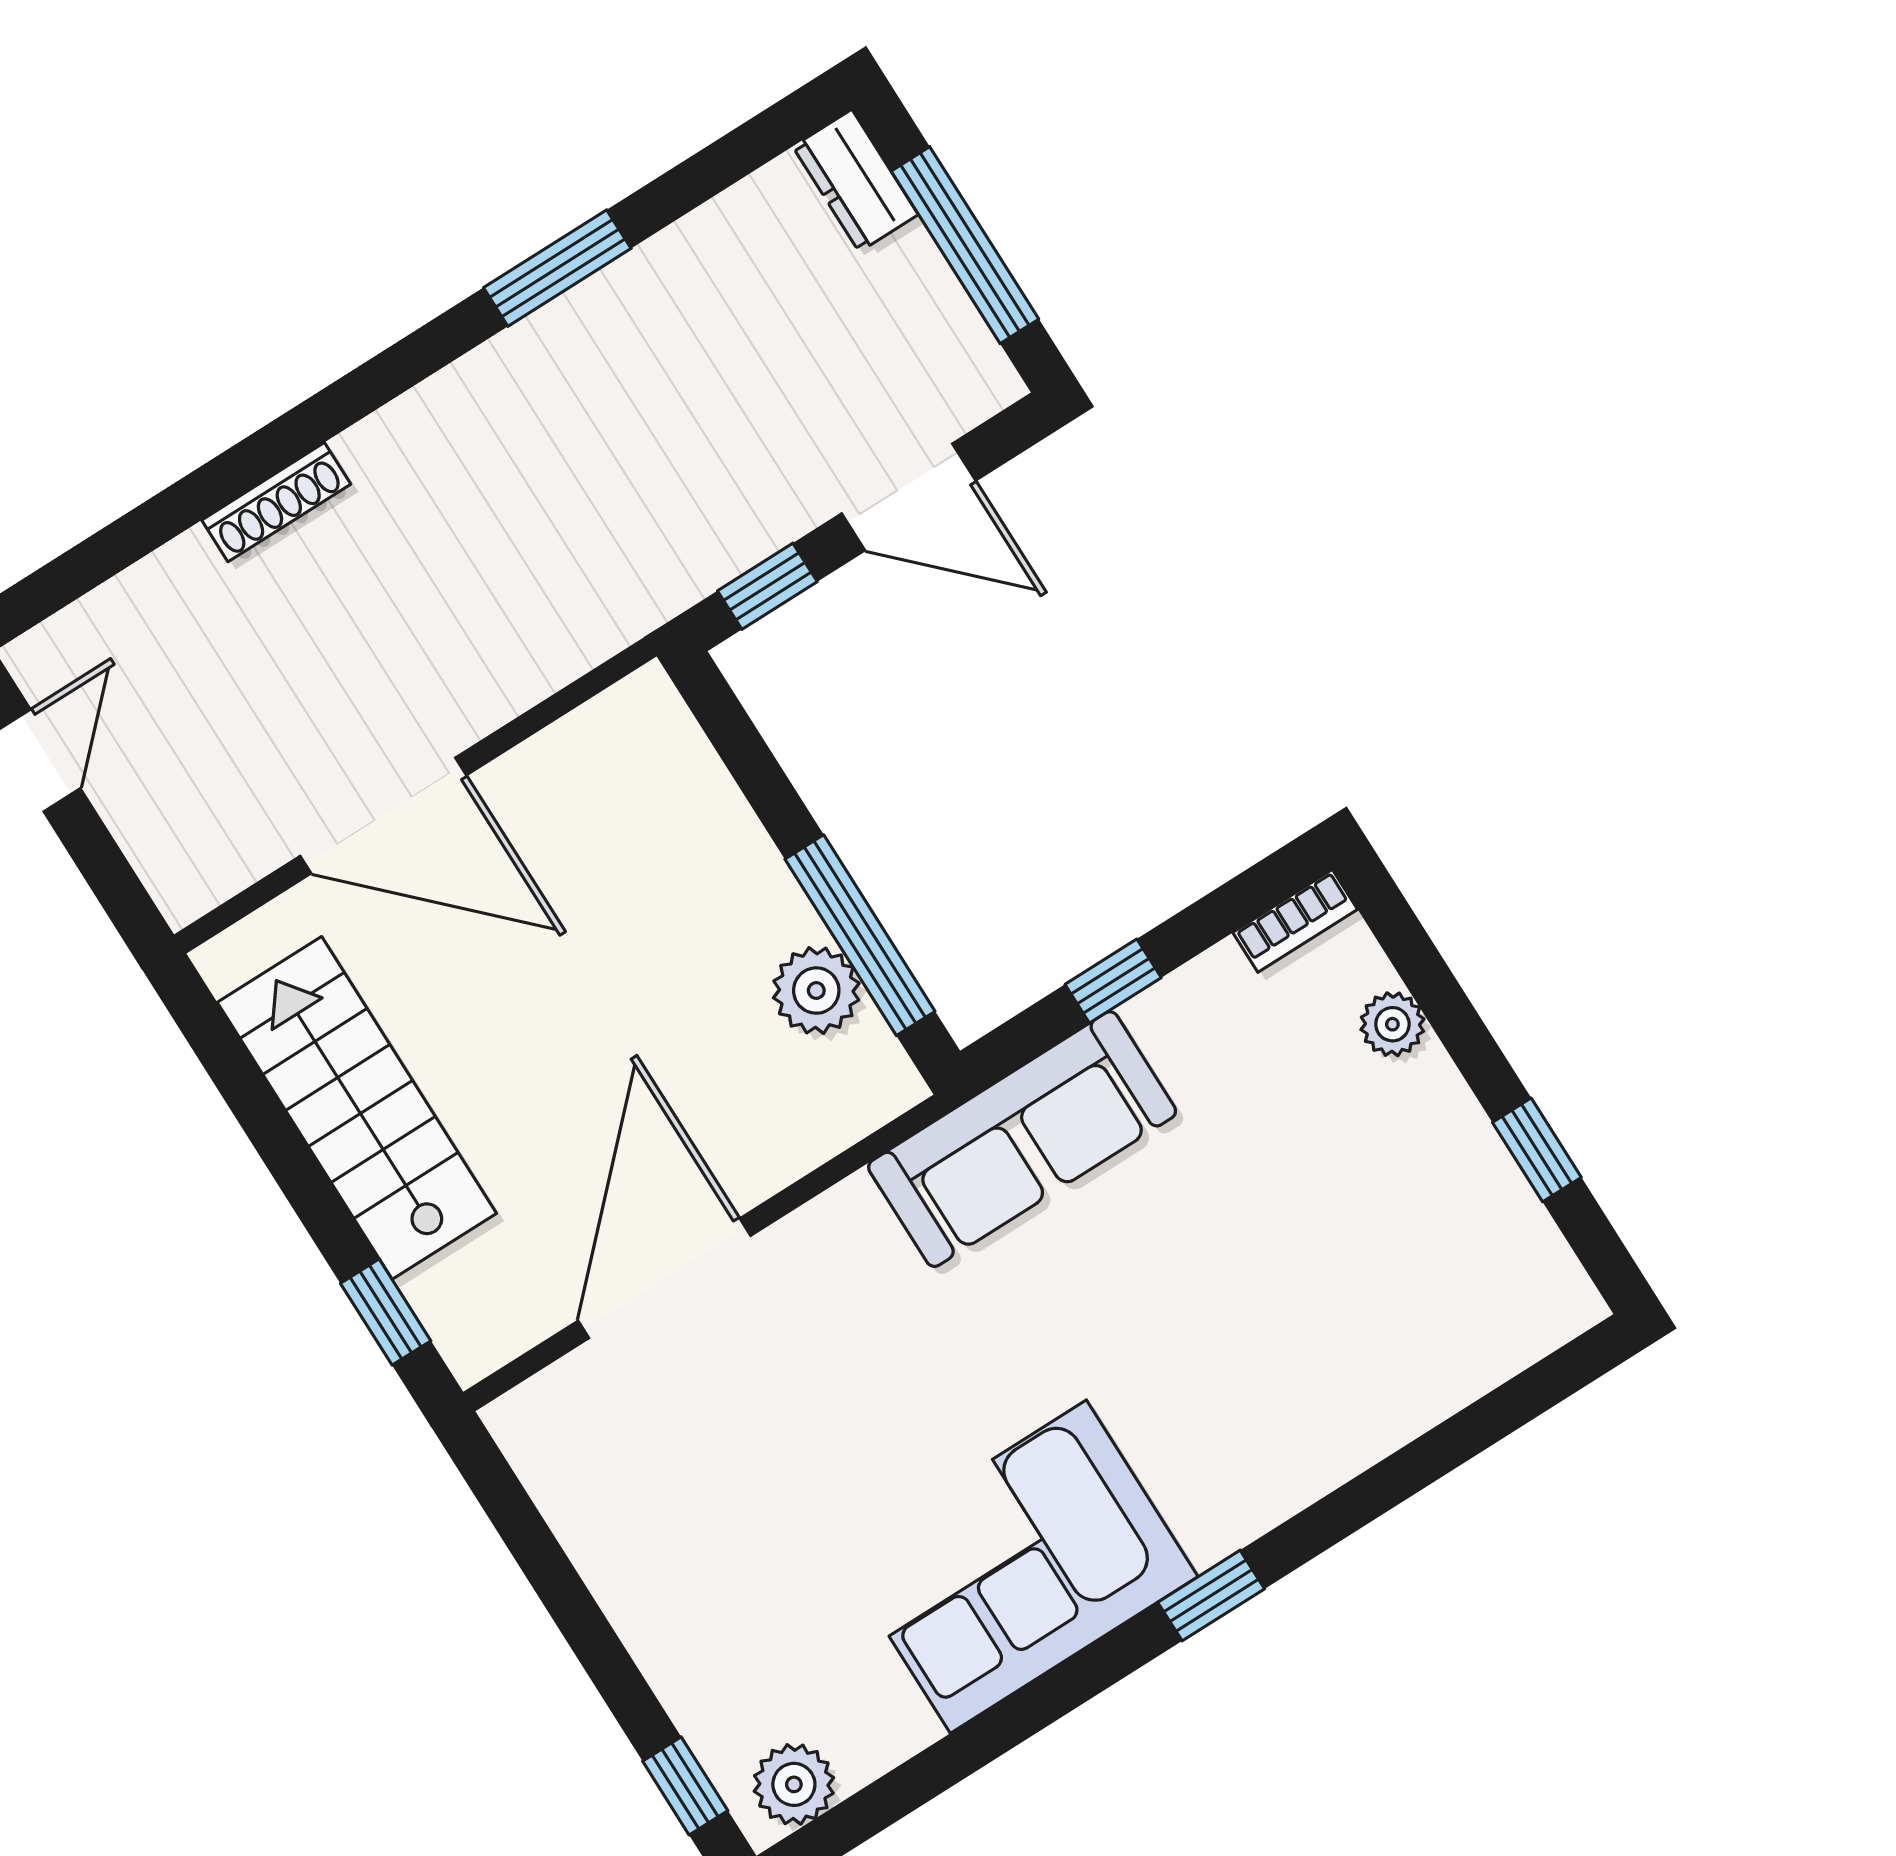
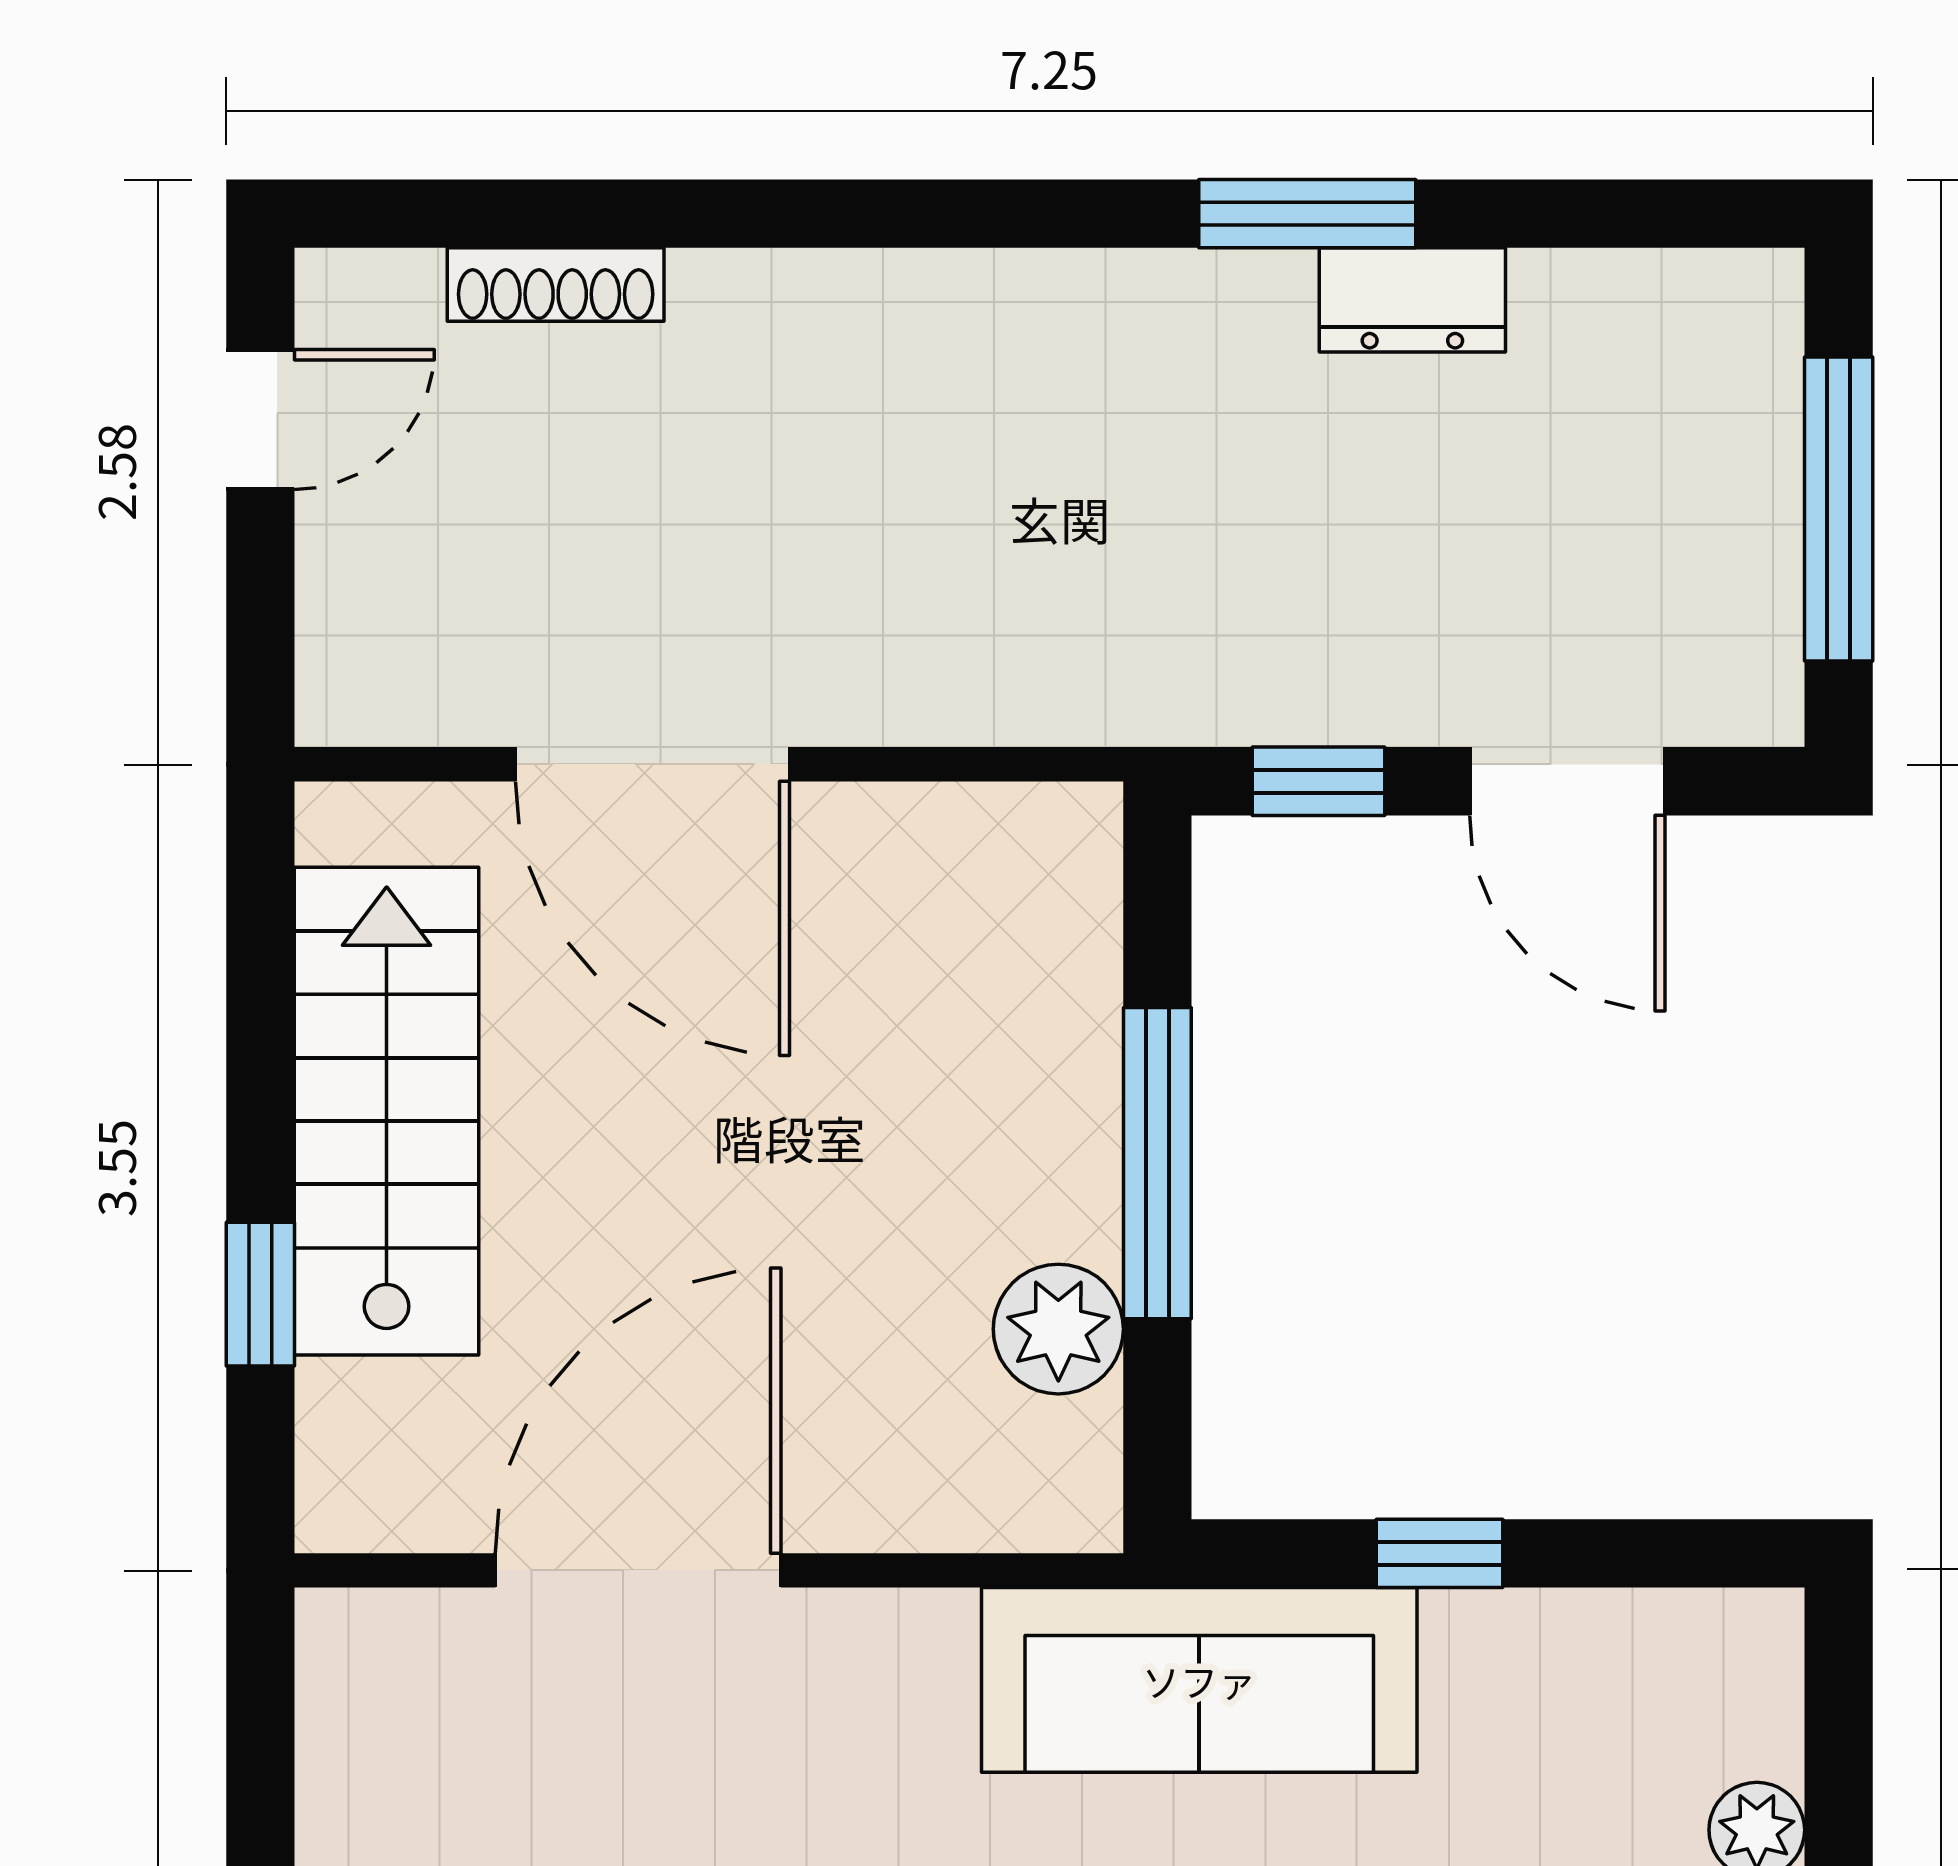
dresser: (855, 181) -> (1412, 300), moved, turned -90
shoe rack: (276, 502) -> (556, 284), moved
bookcase: (1295, 921) -> (1717, 1623), removed
window: (860, 935) -> (1157, 1163), moved
window: (386, 1312) -> (260, 1294), moved

